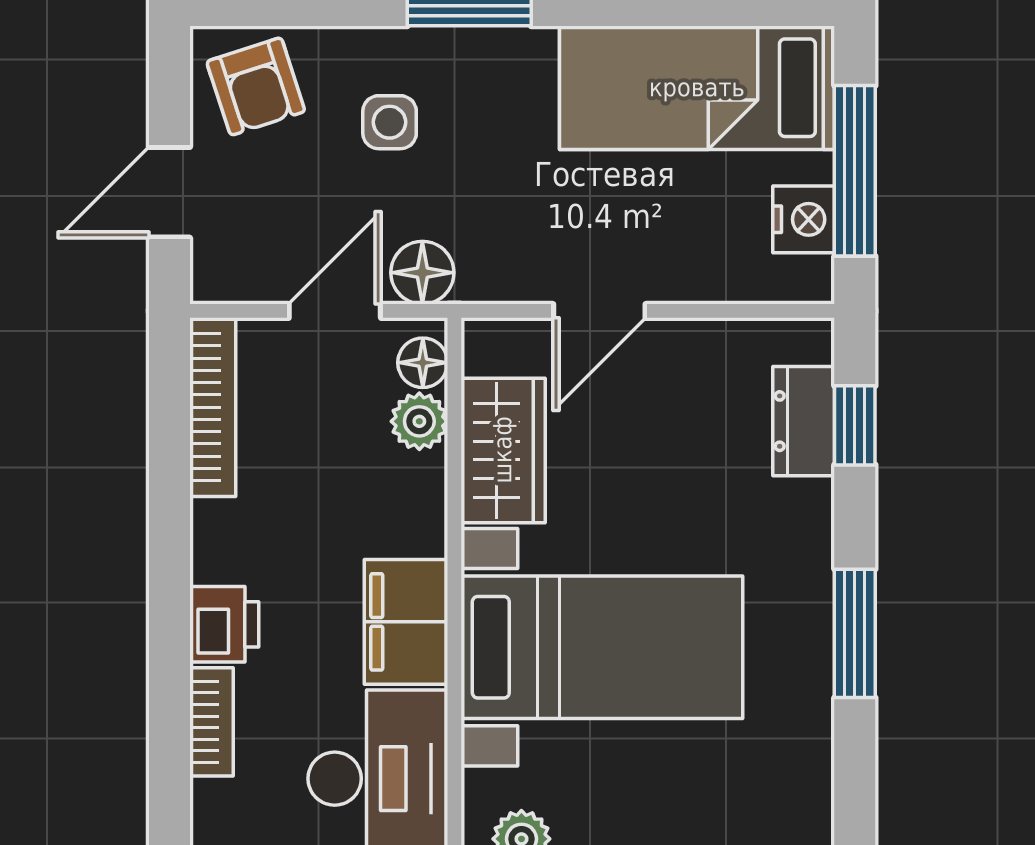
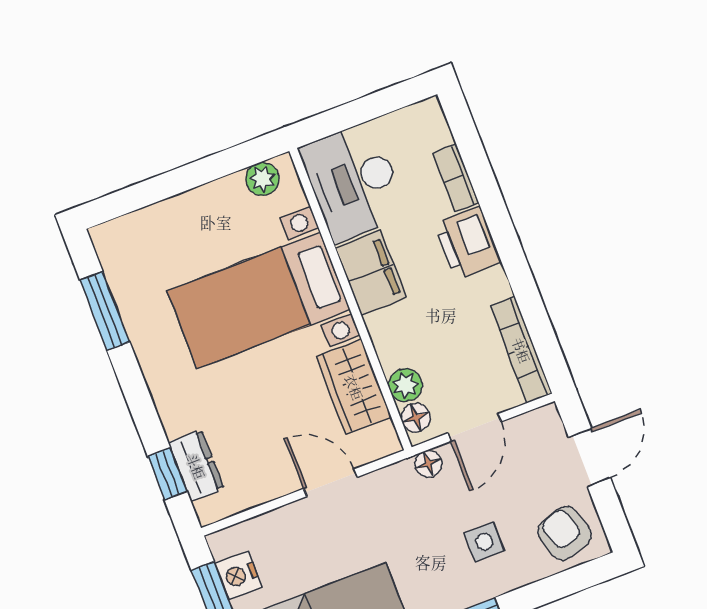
floor lamp: (422, 273) -> (428, 464), width x0.73, depth x0.73
door: (599, 311) -> (330, 483), hinge flipped
printer: (224, 624) -> (468, 243), width x1.36, depth x1.24
window: (855, 633) -> (105, 311), moved

